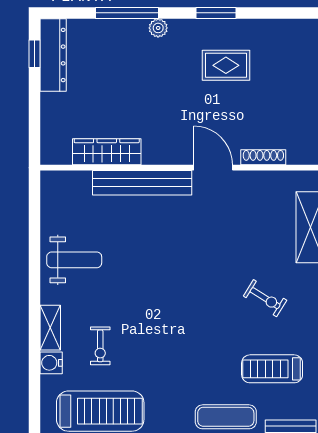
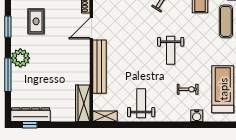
plant: (158, 28) -> (20, 58), width x1.88, depth x1.88
wardrobe: (107, 152) -> (83, 103), moved
weight bench: (172, 315) -> (171, 50), added
shelving: (50, 328) -> (105, 116), moved

